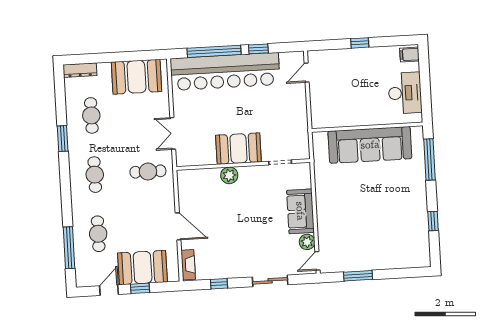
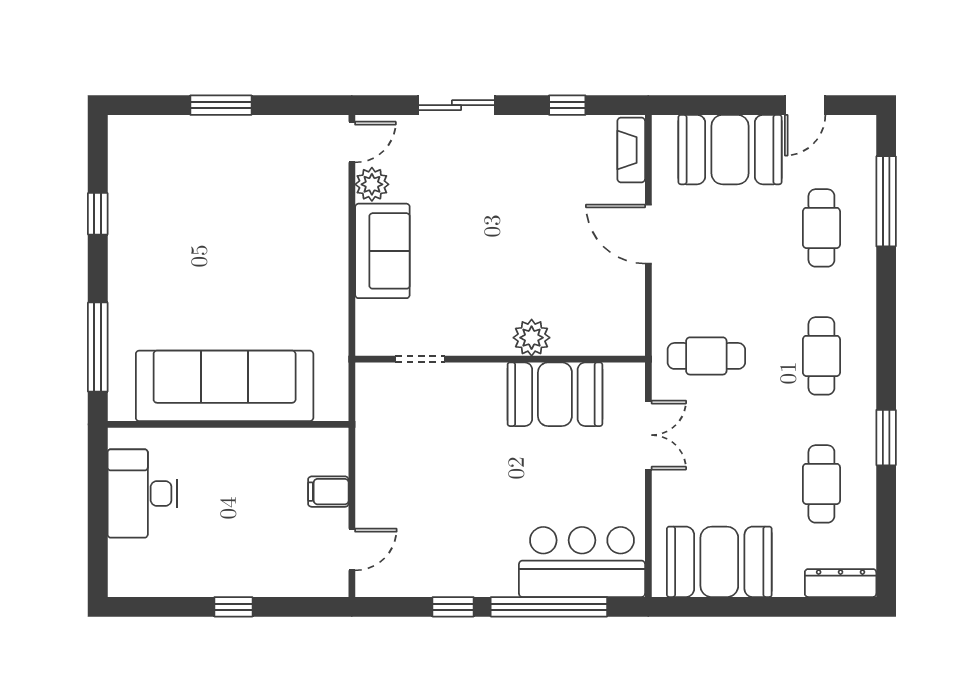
filing cabinet: (410, 55) -> (328, 492), moved, turned 180
bar counter: (225, 72) -> (582, 562), width x0.54
booth: (238, 149) -> (555, 394), moved
window: (358, 276) -> (221, 105), moved
window: (140, 288) -> (738, 105), removed

